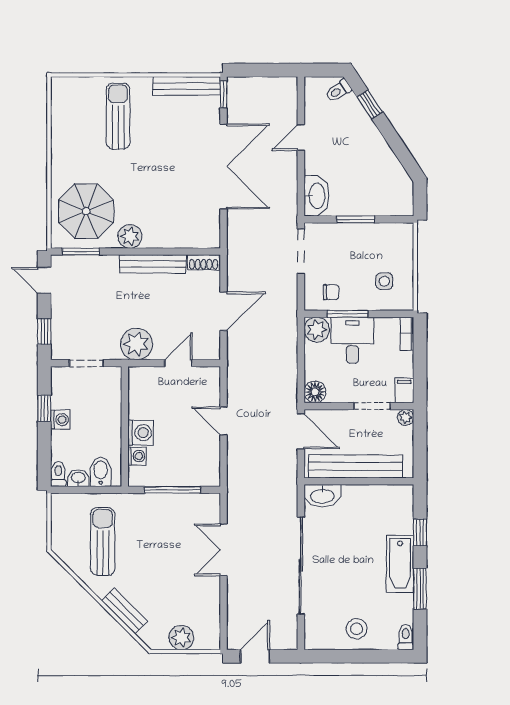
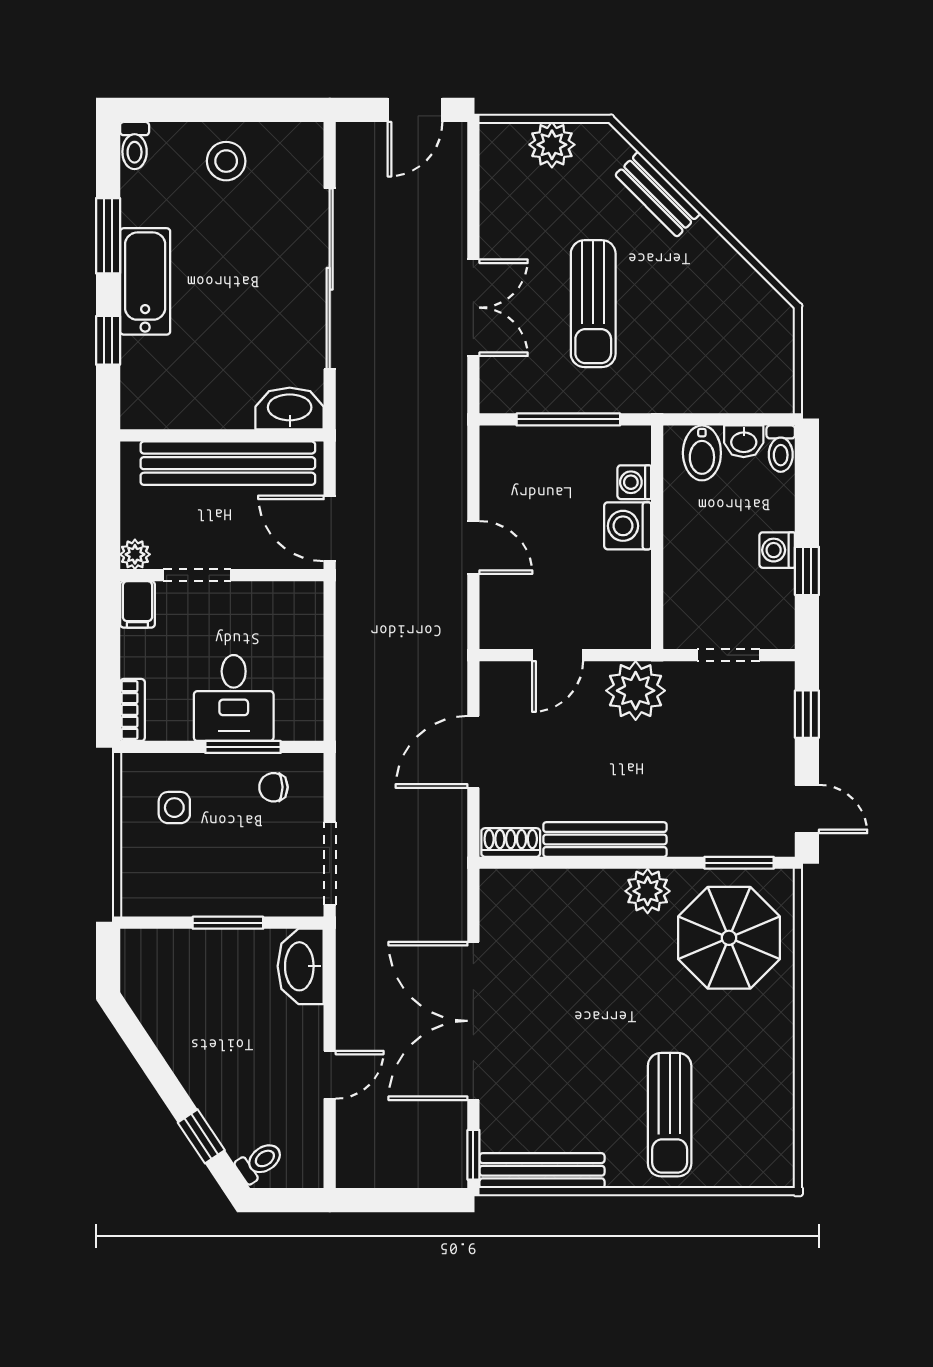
plant: (317, 330) -> (300, 718), removed
floor lamp: (315, 392) -> (303, 602), removed
sun lounger: (103, 541) -> (593, 304), moved

